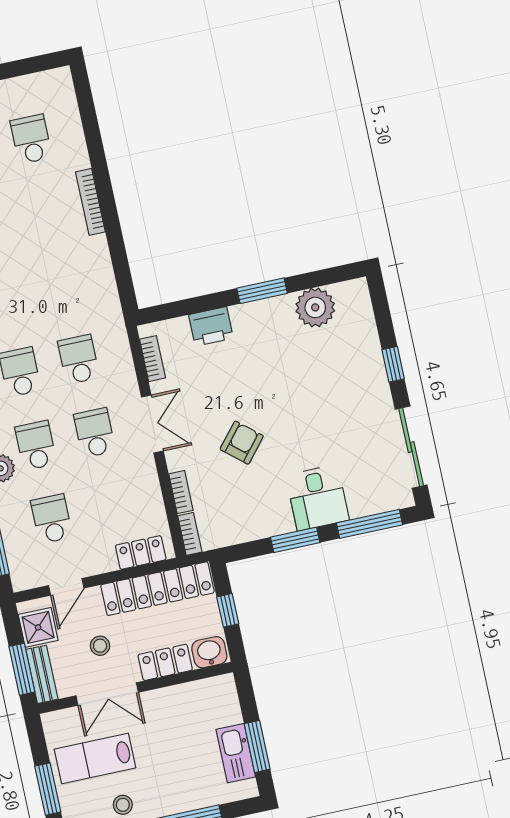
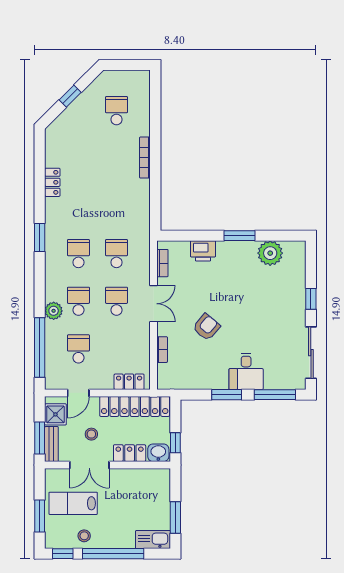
bookcase: (190, 534) -> (162, 377), removed
window: (228, 610) -> (175, 443), moved
kitchen sink: (236, 753) -> (153, 540), moved, turned 90

